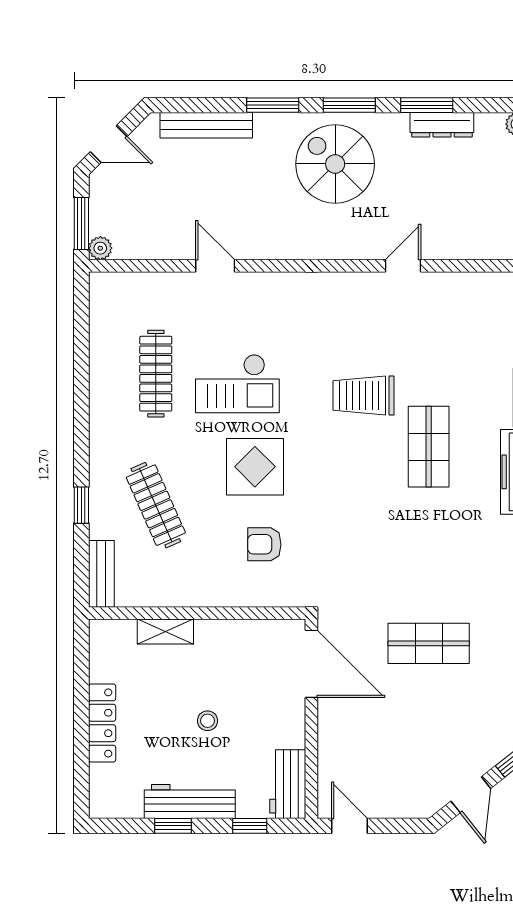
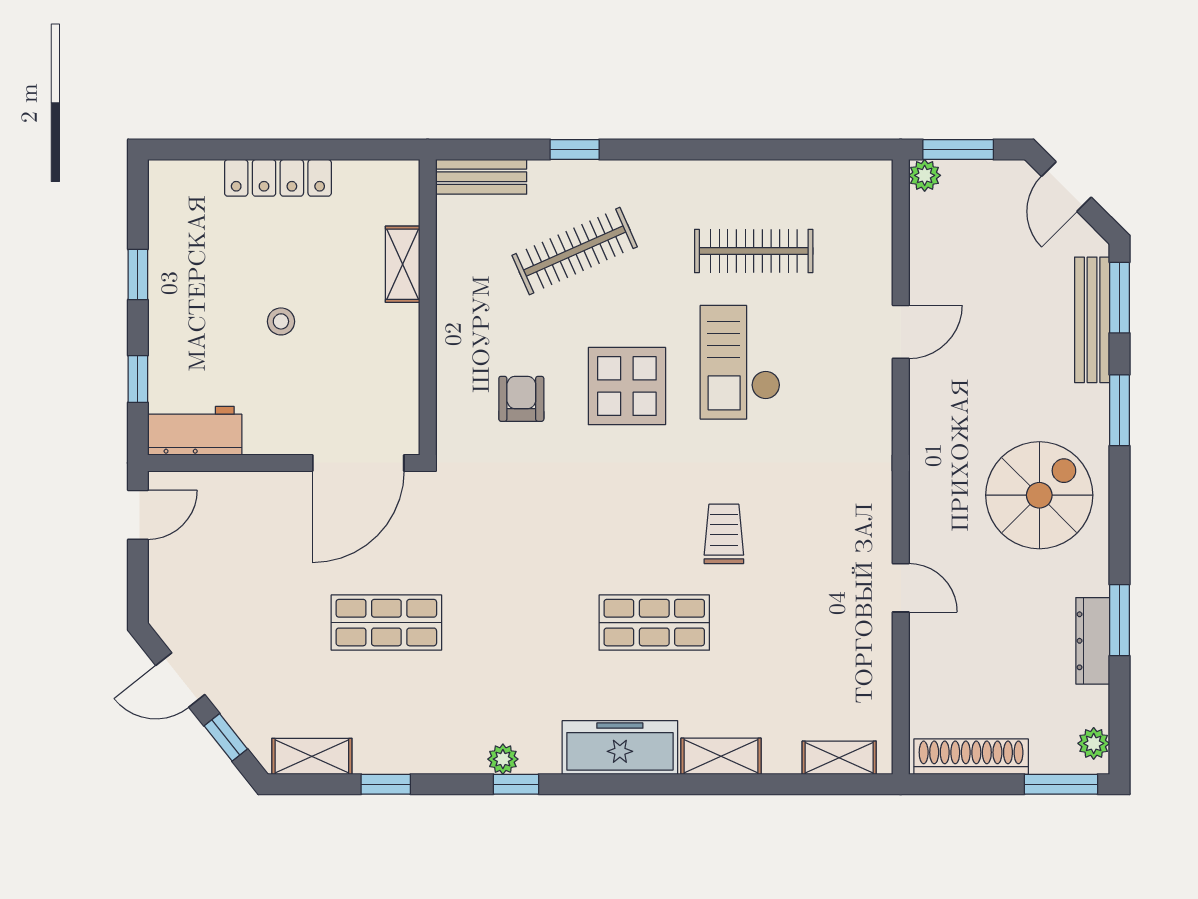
window: (349, 105) -> (1119, 298), moved
trolley: (363, 396) -> (724, 534), width x0.73, depth x0.72
shop shelf: (429, 643) -> (386, 623), turned 90
workbench: (190, 802) -> (171, 297), removed

